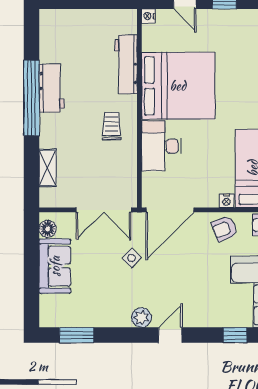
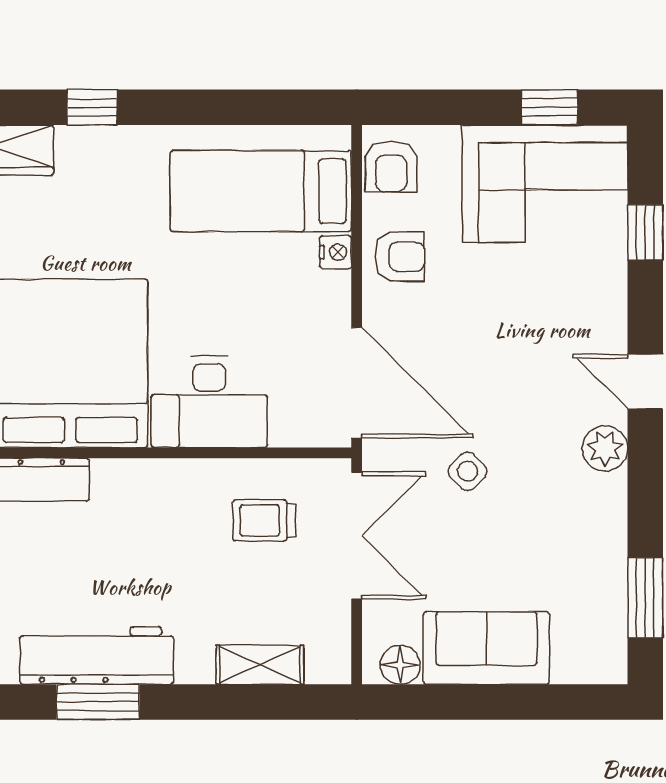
workbench: (52, 88) -> (97, 656), width x1.38
window: (31, 98) -> (98, 702), width x0.47
trolley: (111, 126) -> (264, 520), moved
armchair: (225, 229) -> (400, 257), turned -69

